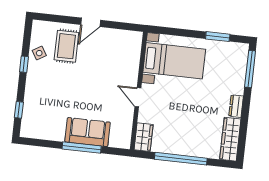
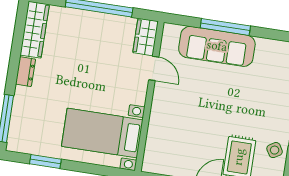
door: (138, 97) -> (154, 68), moved
sofa: (88, 132) -> (217, 46), width x1.36

